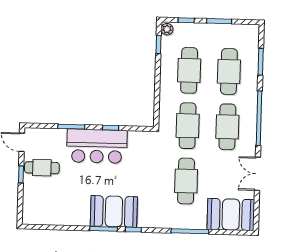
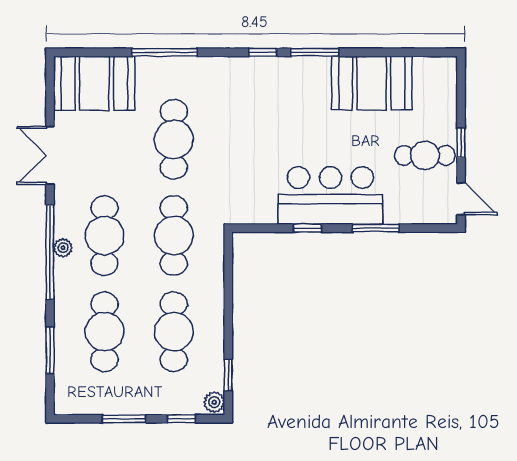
plant: (251, 120) -> (63, 248), added
double door: (257, 174) -> (50, 155), swing flipped
booth: (114, 211) -> (372, 83), moved

